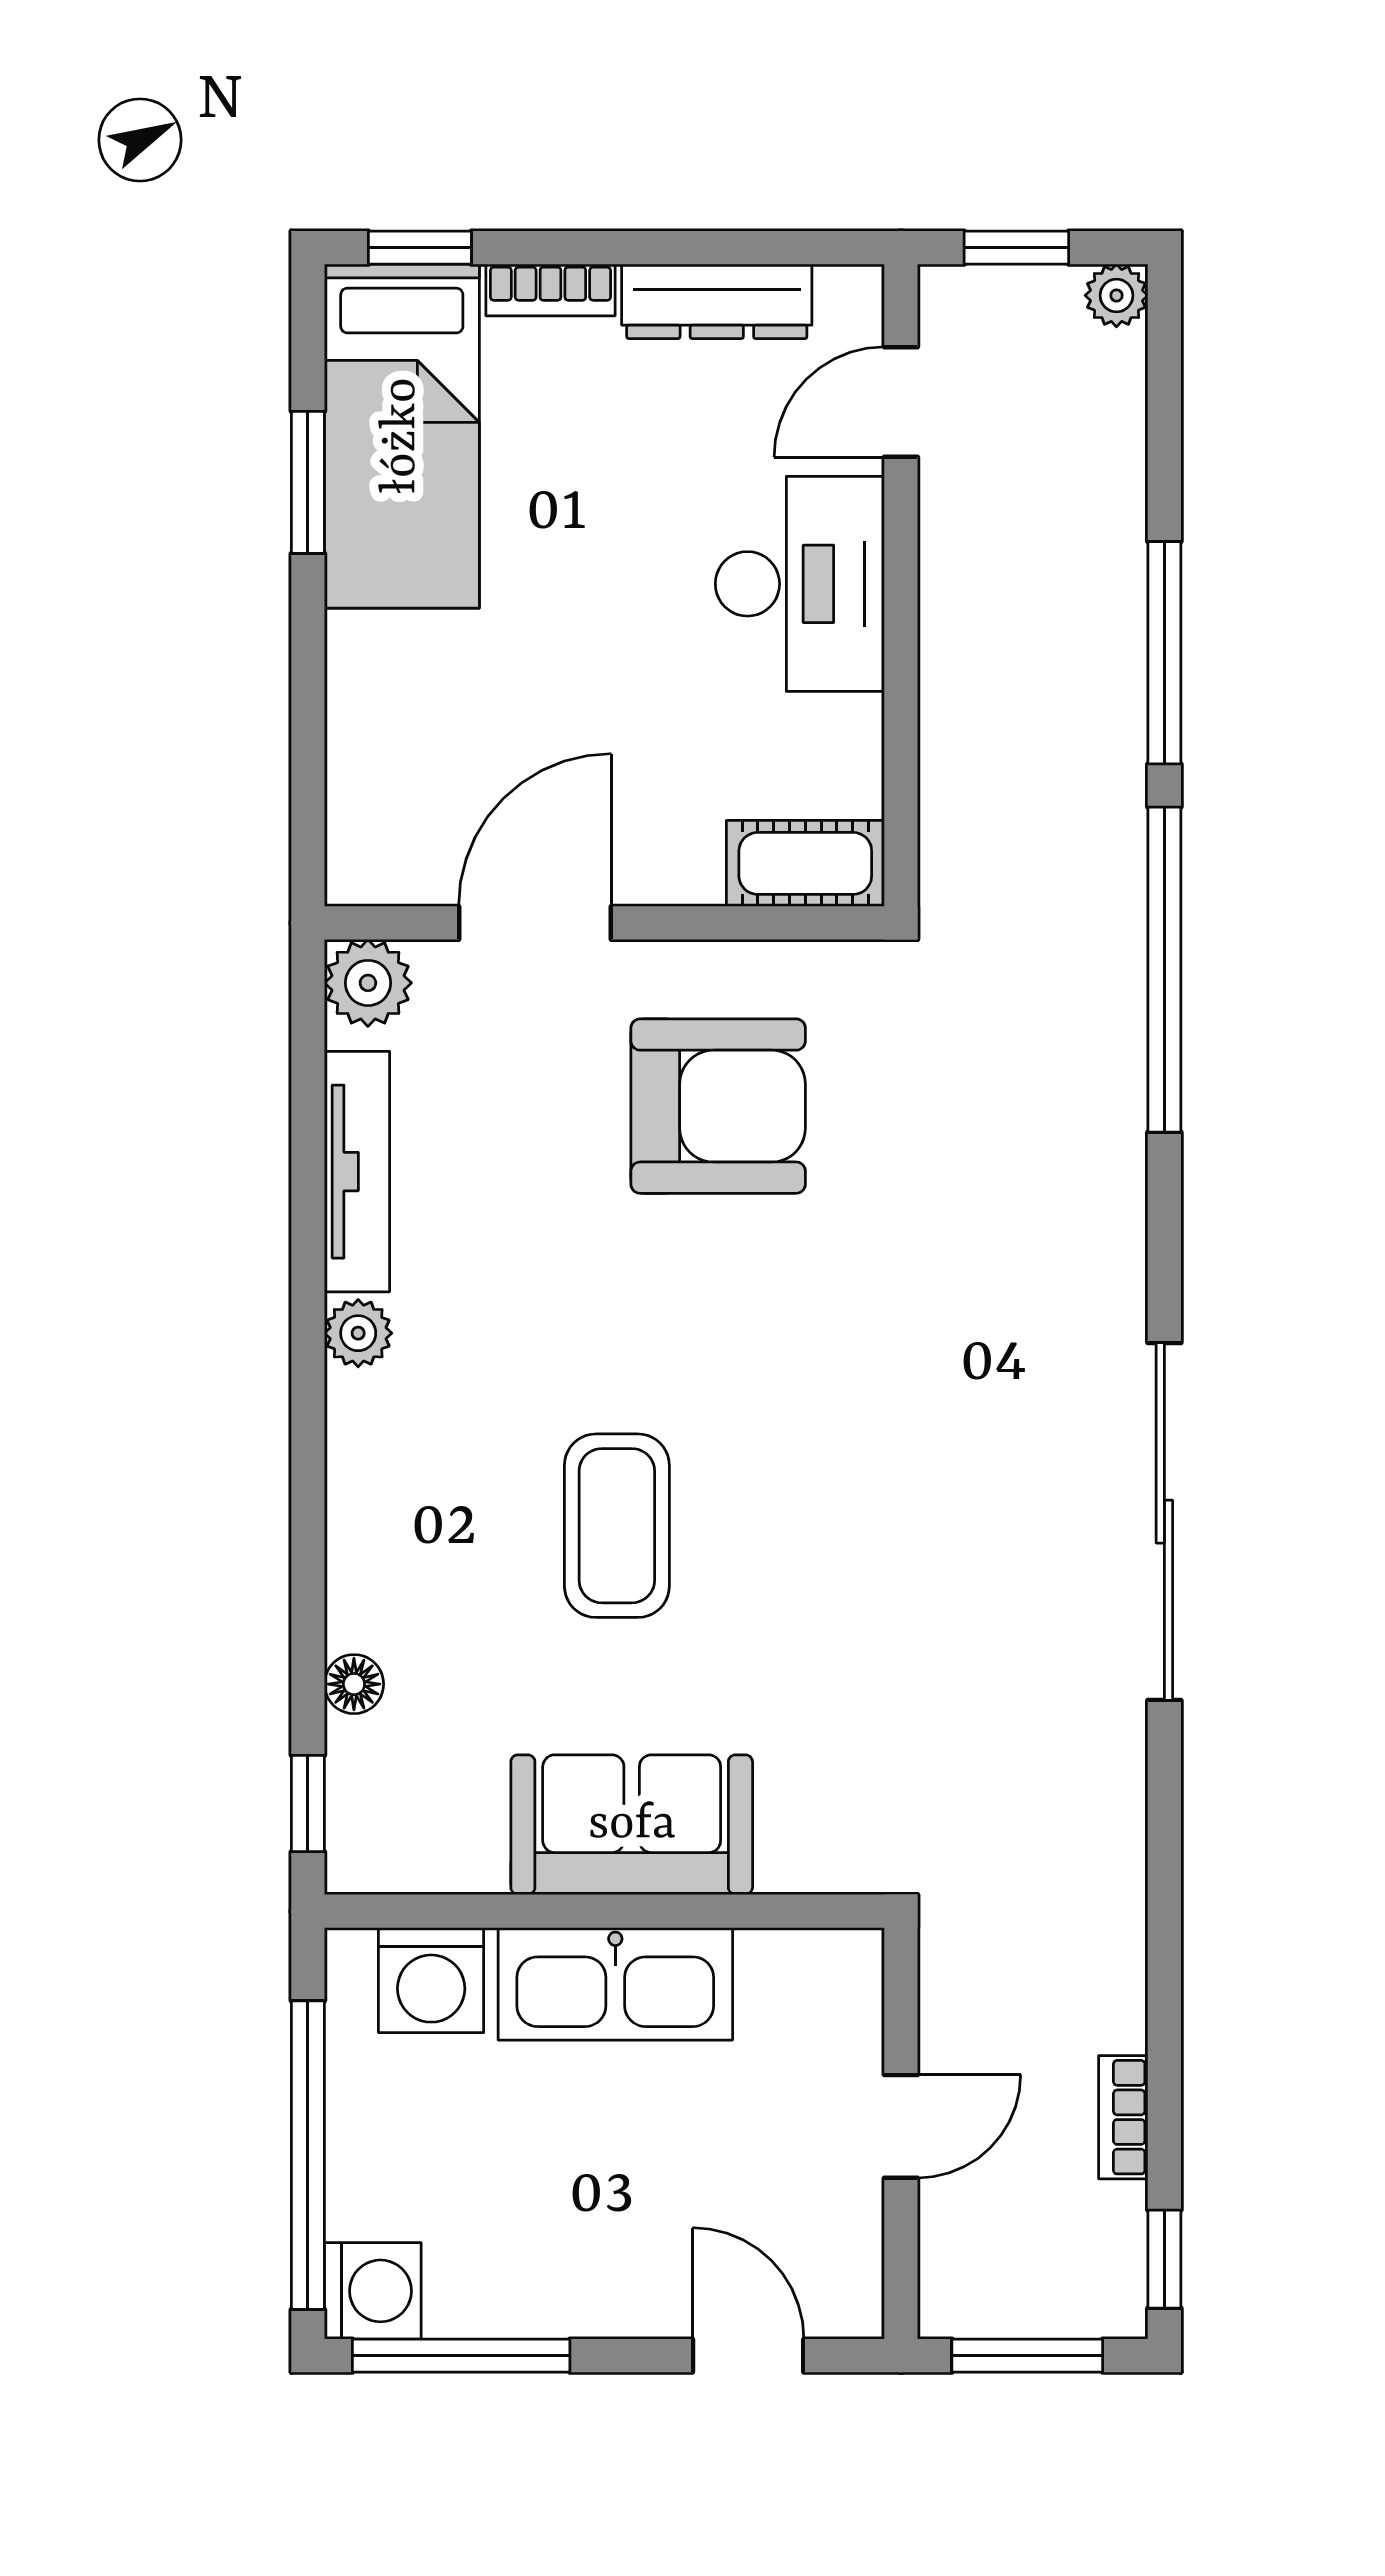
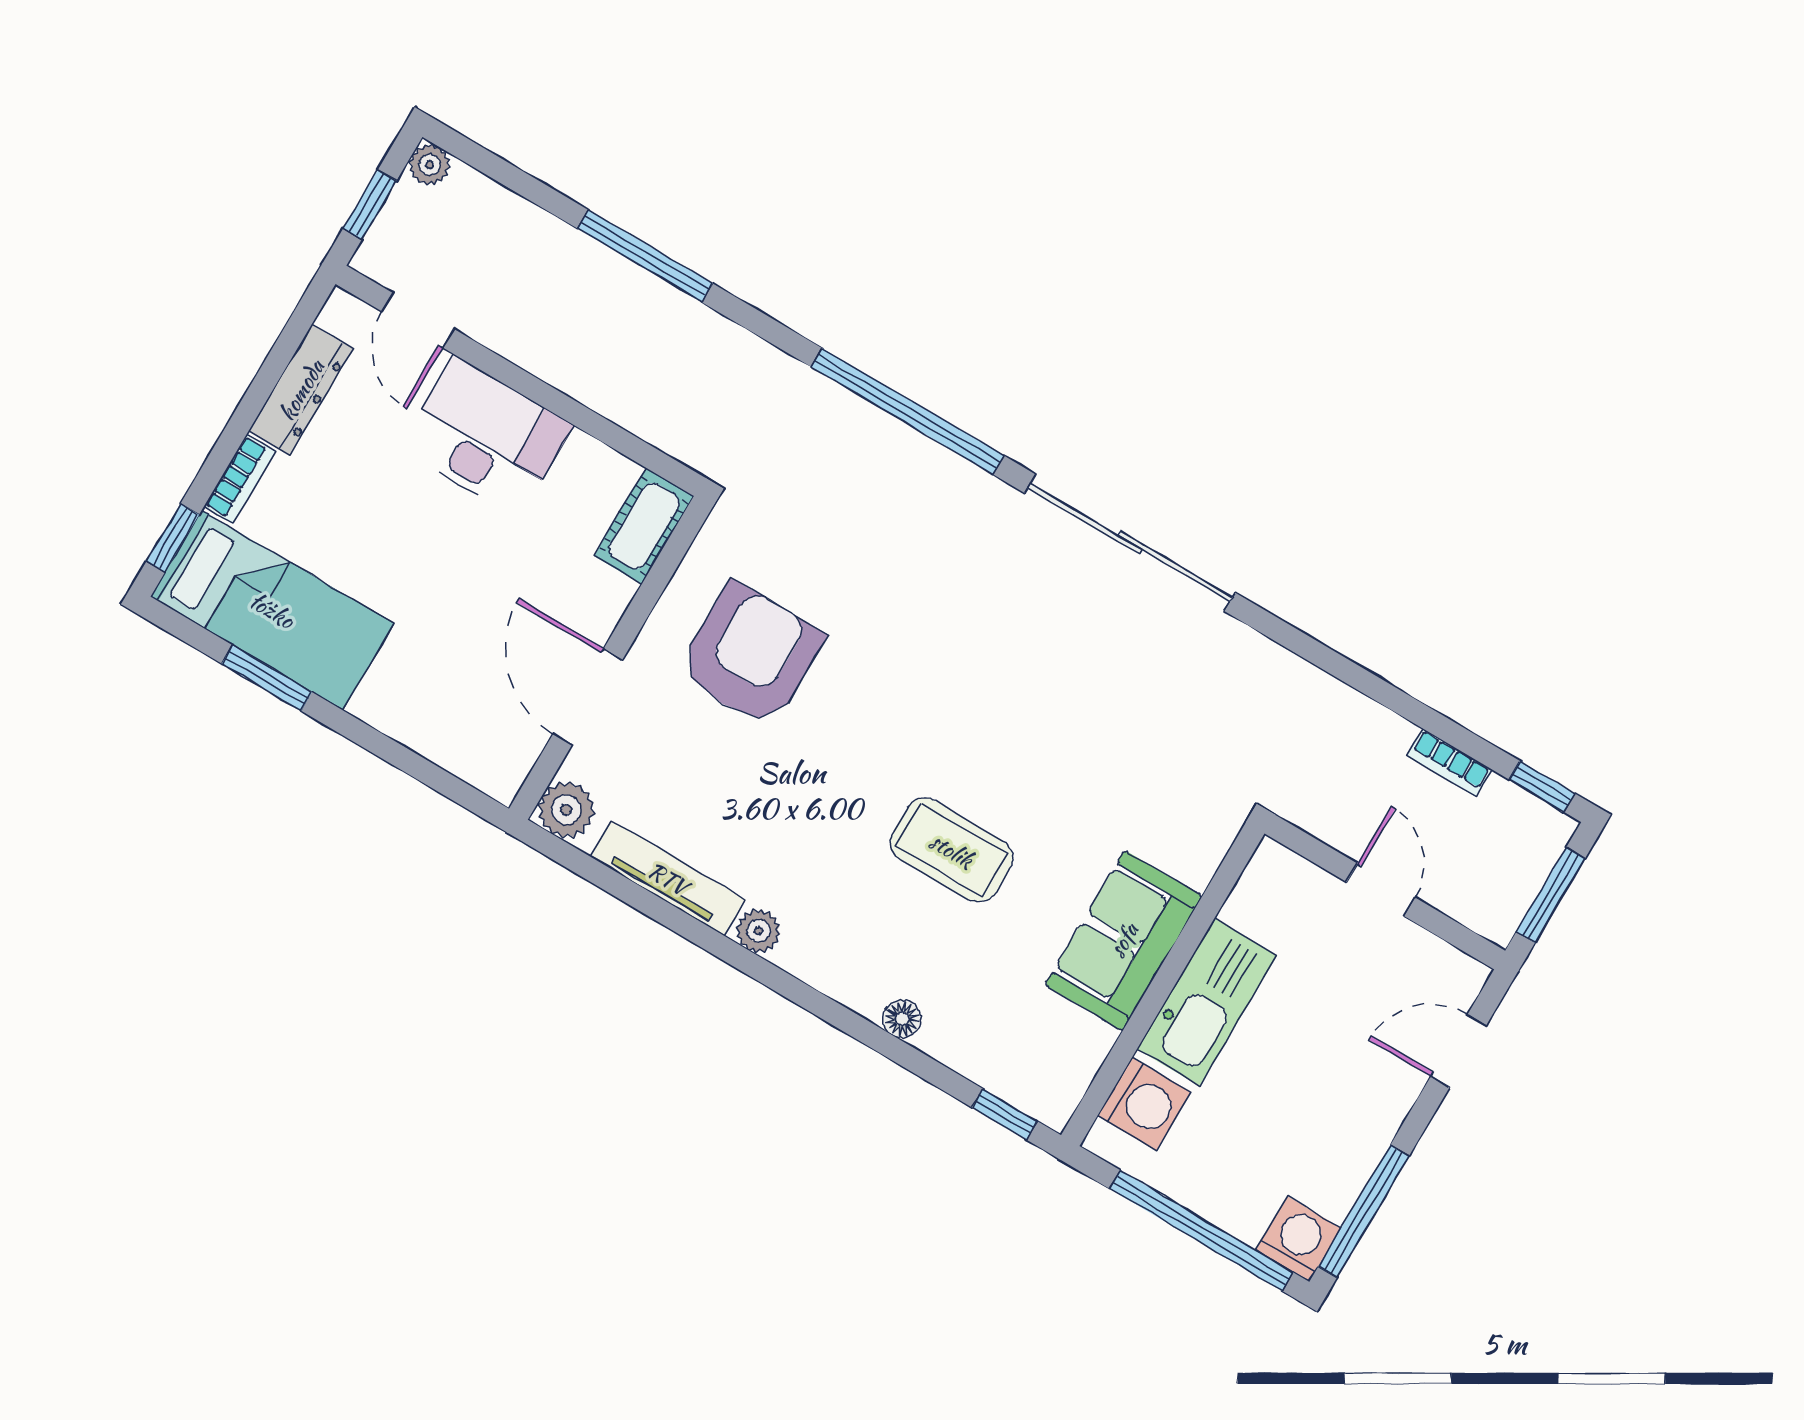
window: (1164, 970) -> (908, 411), moved
floor lamp: (354, 1684) -> (902, 1019), moved

